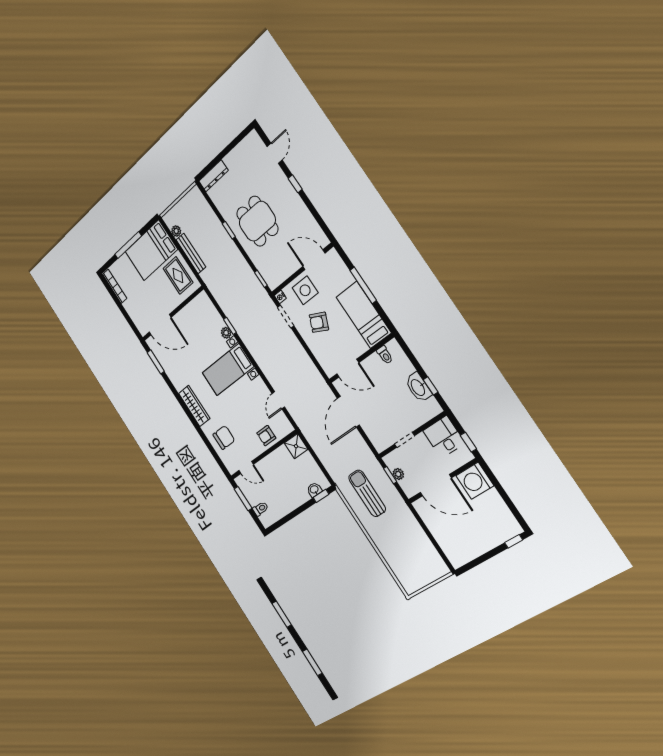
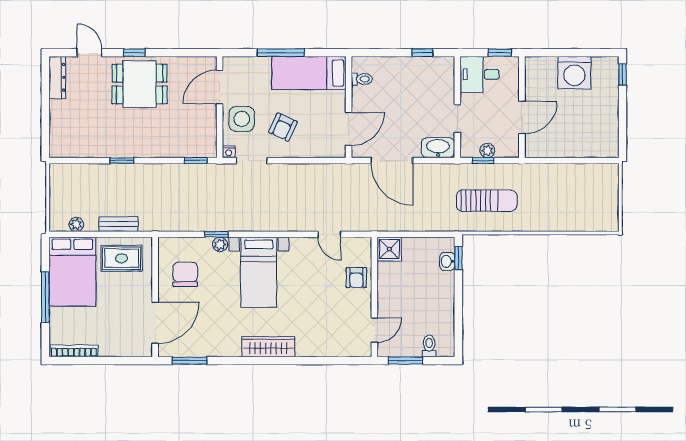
dresser: (213, 176) -> (57, 77), moved
dining table: (257, 221) -> (140, 84), moved
bench: (191, 253) -> (118, 224), width x0.73
washbasin: (418, 387) -> (438, 148), moved, turned 180
chair: (224, 437) -> (185, 274), moved
washing machine: (475, 481) -> (574, 73), moved
door: (436, 485) -> (522, 117), width x0.73
sun lounger: (367, 493) -> (487, 201), turned 180

